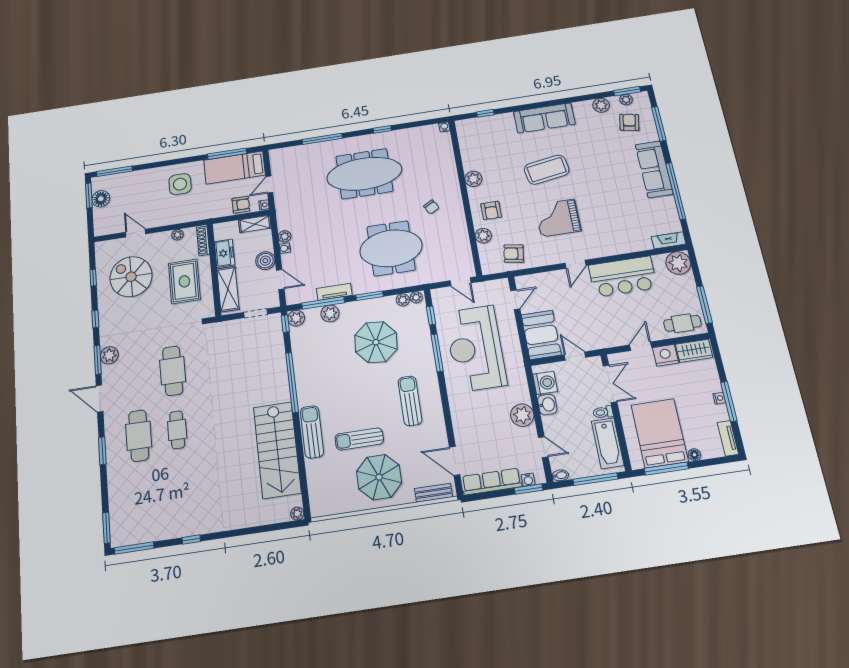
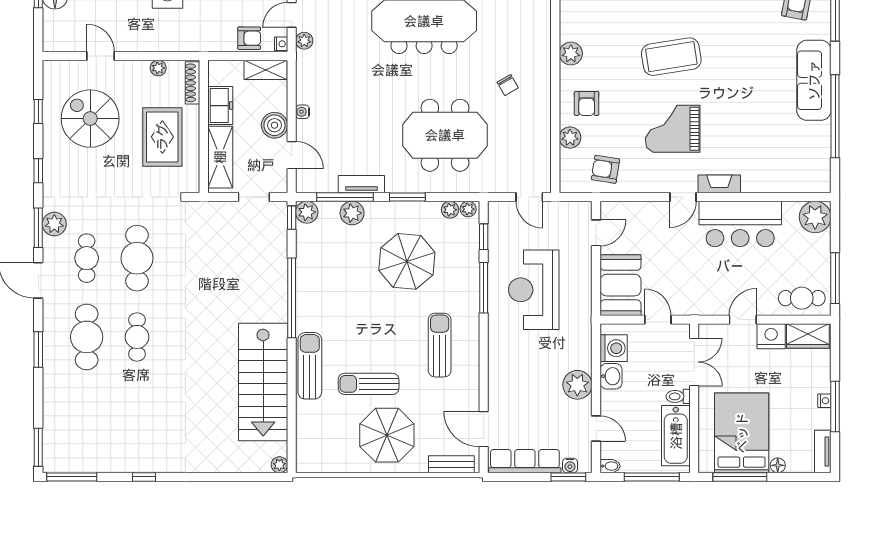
plant: (285, 236) -> (304, 41), moved
fireplace: (669, 240) -> (719, 184), moved
reception desk: (476, 348) -> (534, 290), width x0.74, depth x0.77
cafe table: (135, 377) -> (87, 258), added

